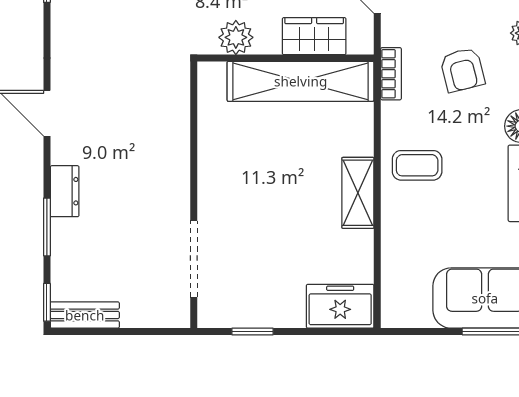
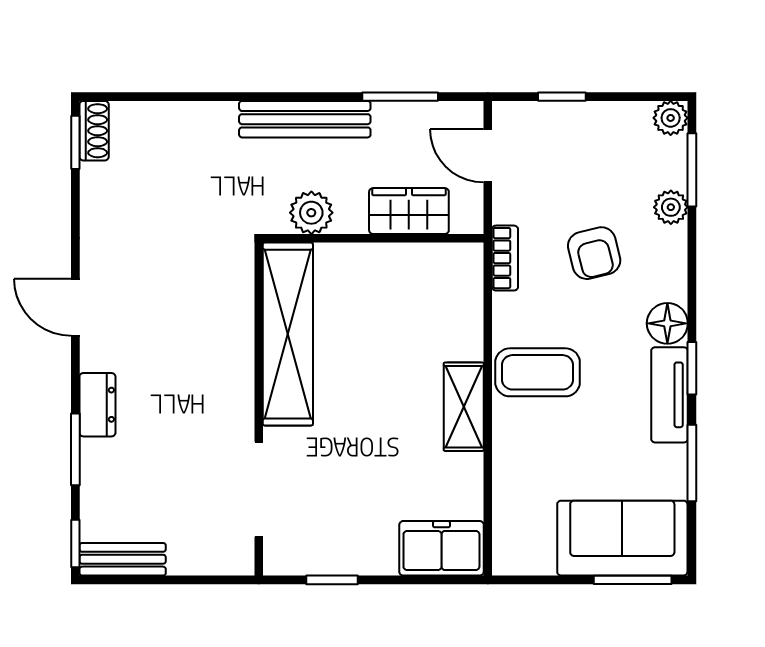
shelving: (301, 81) -> (288, 334), moved, turned 90
coffee table: (417, 165) -> (538, 372), width x1.36, depth x1.30

